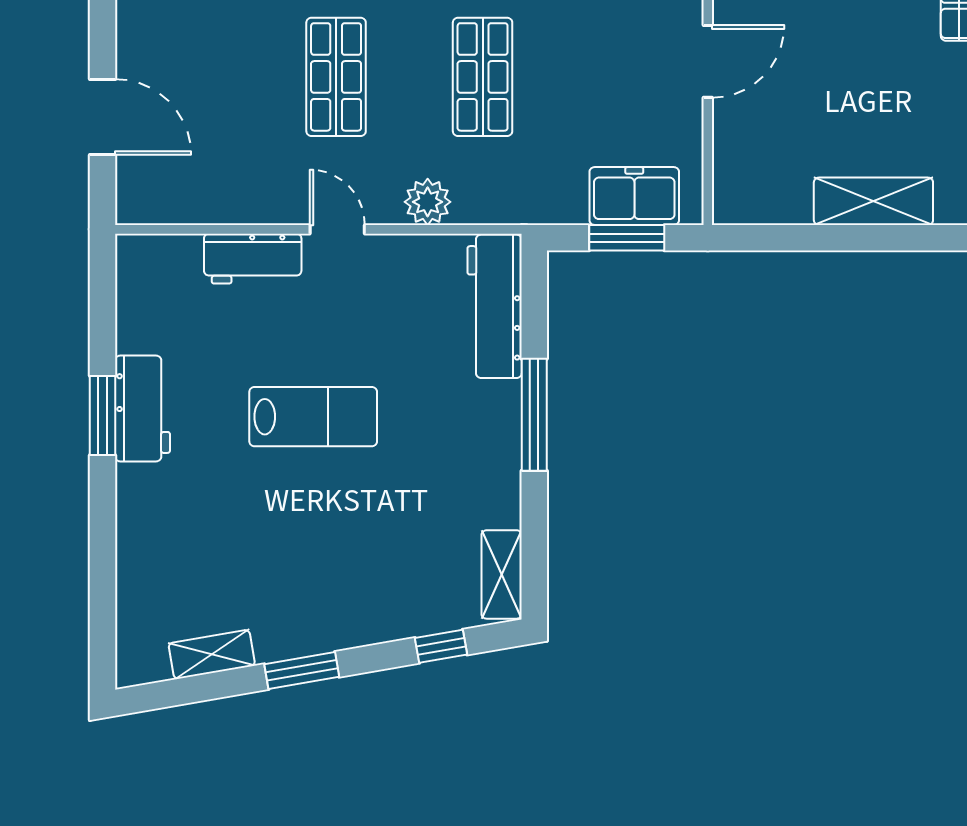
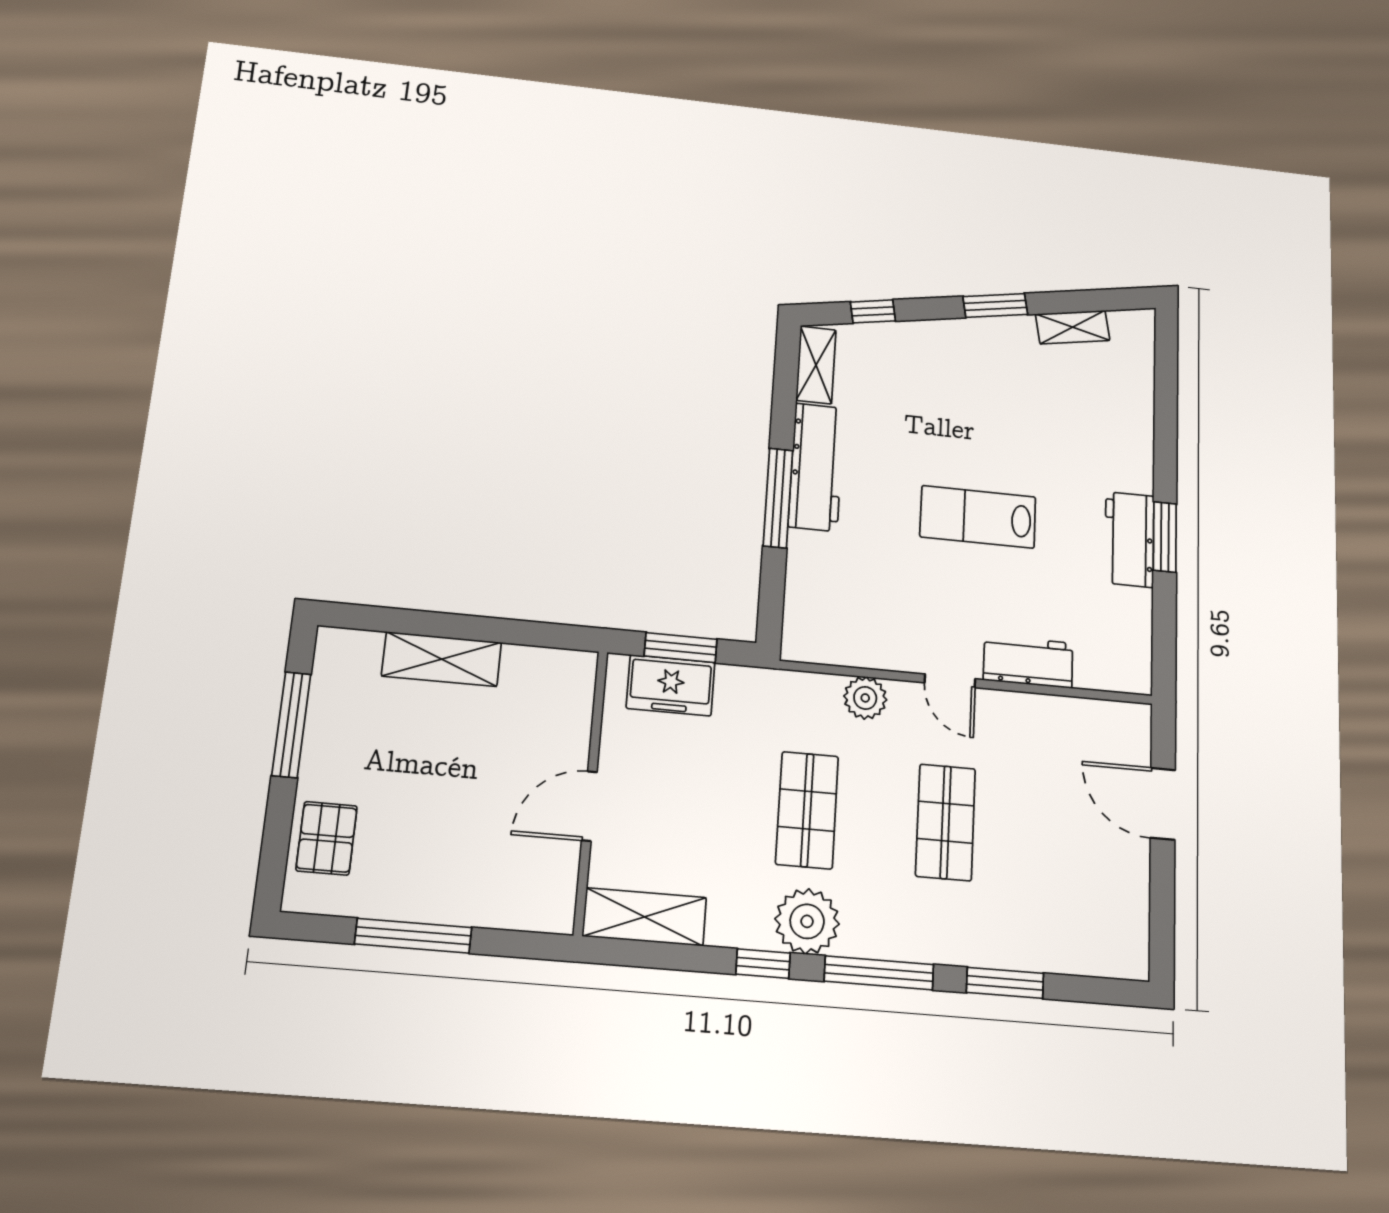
workbench: (495, 306) -> (816, 467), moved

